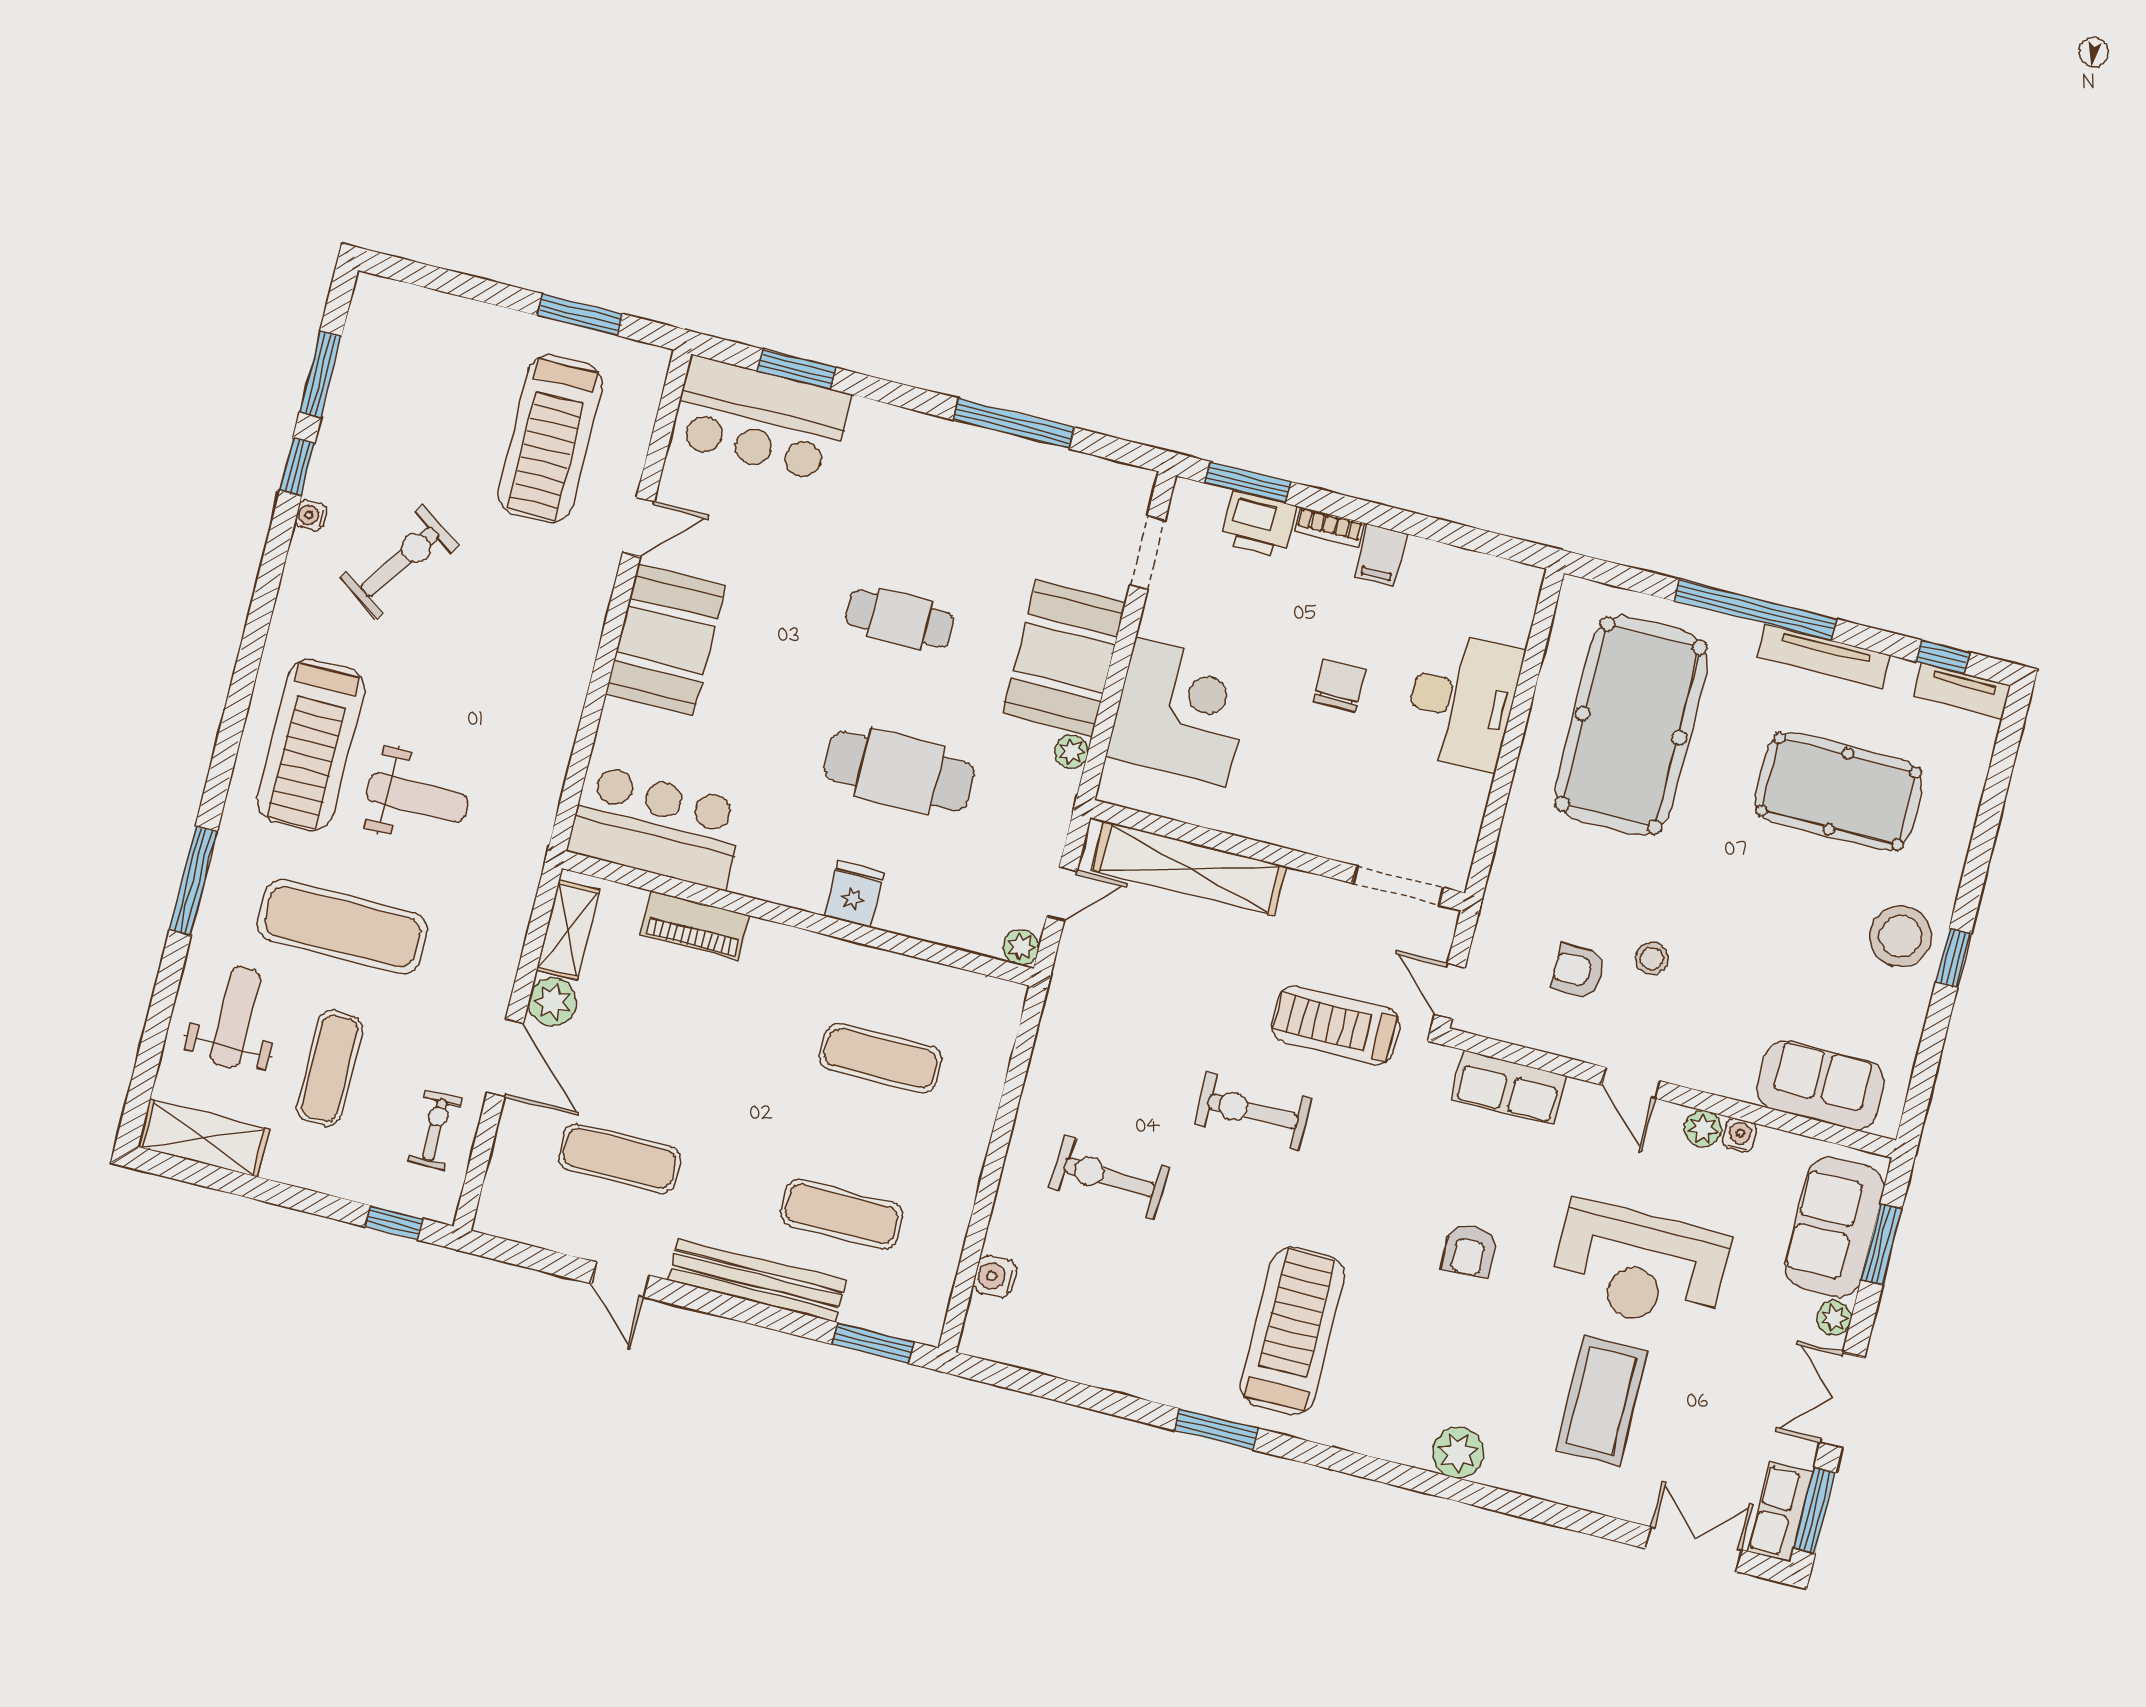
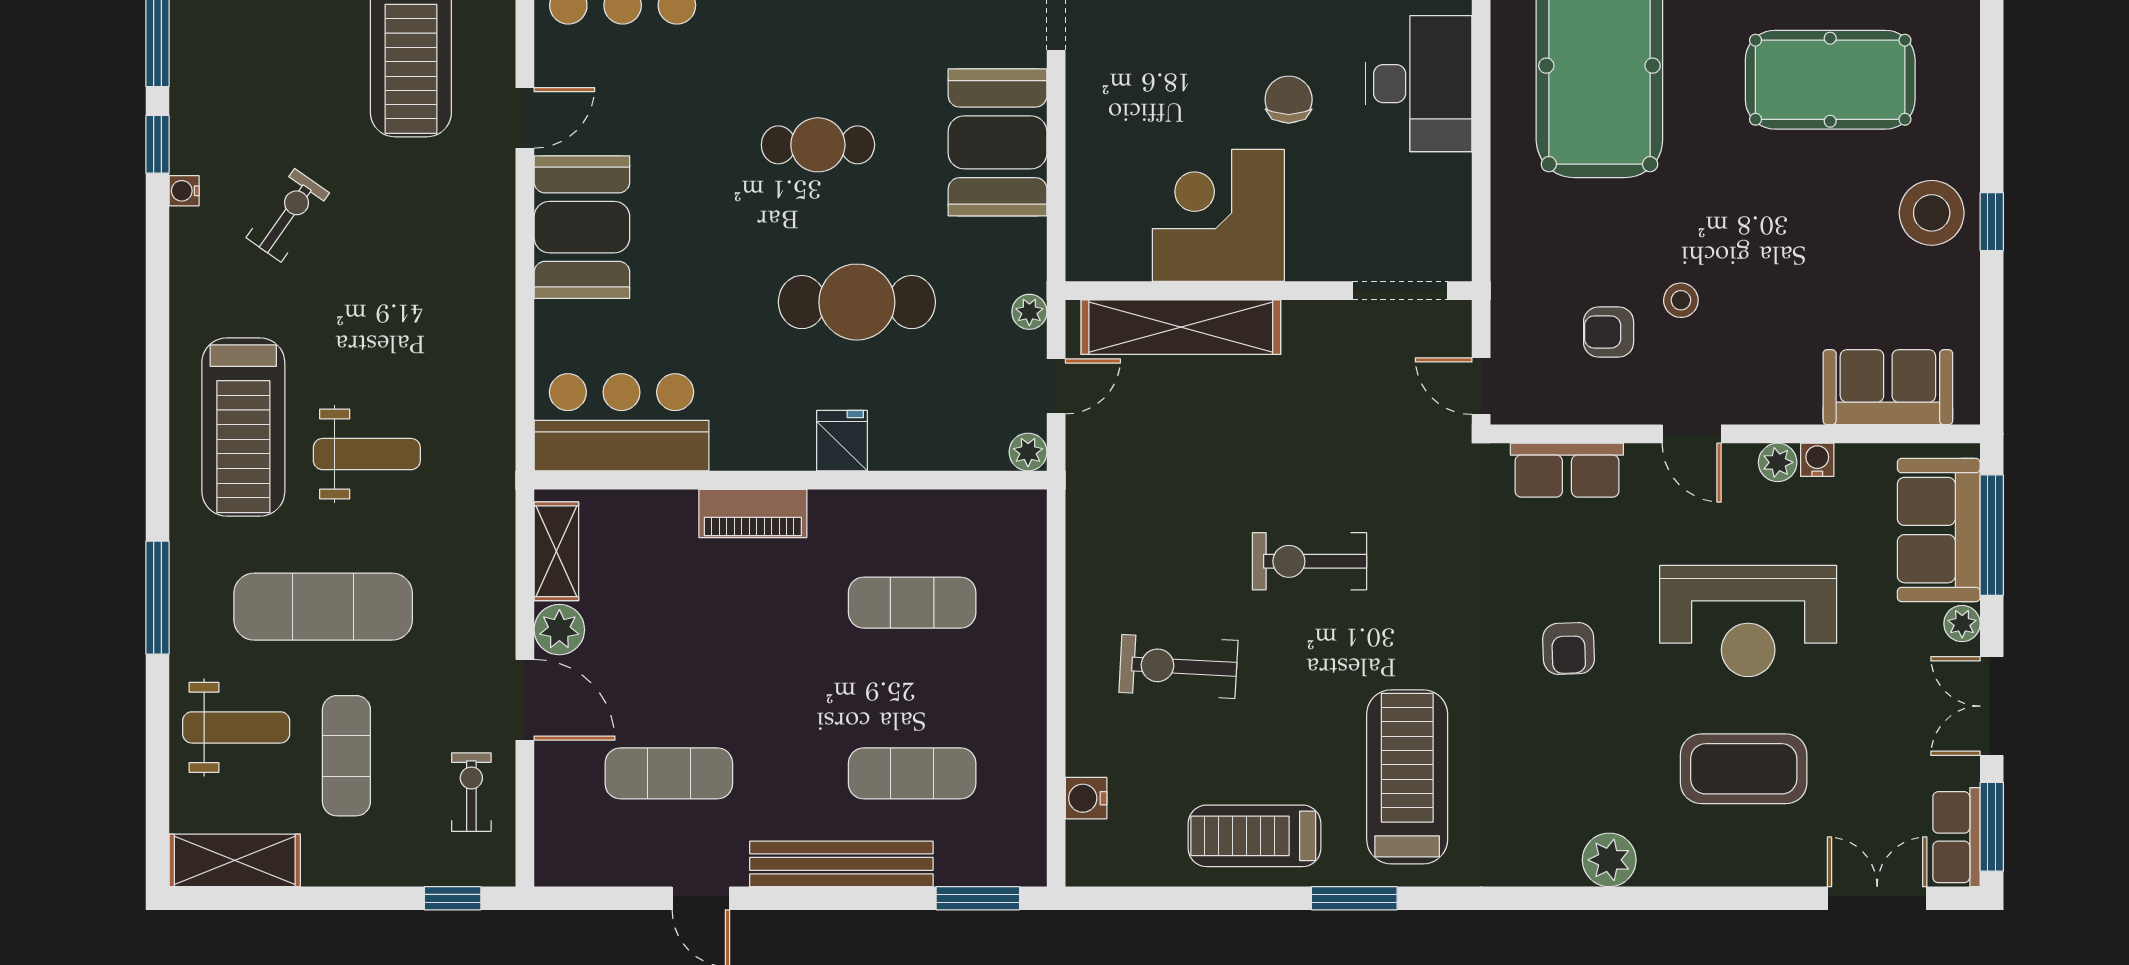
exercise bike: (400, 562) -> (288, 215), width x0.73, depth x0.72
corner desk: (1181, 712) -> (1218, 215), moved, turned -90
plant: (1072, 752) -> (1029, 312), moved
piano: (695, 925) -> (753, 513), moved
weight bench: (235, 1017) -> (236, 727), turned 90
treadmill: (1336, 1025) -> (1255, 836), moved
window: (1882, 1244) -> (1992, 535), width x1.44
coffee table: (1602, 1400) -> (1744, 769), turned 90

